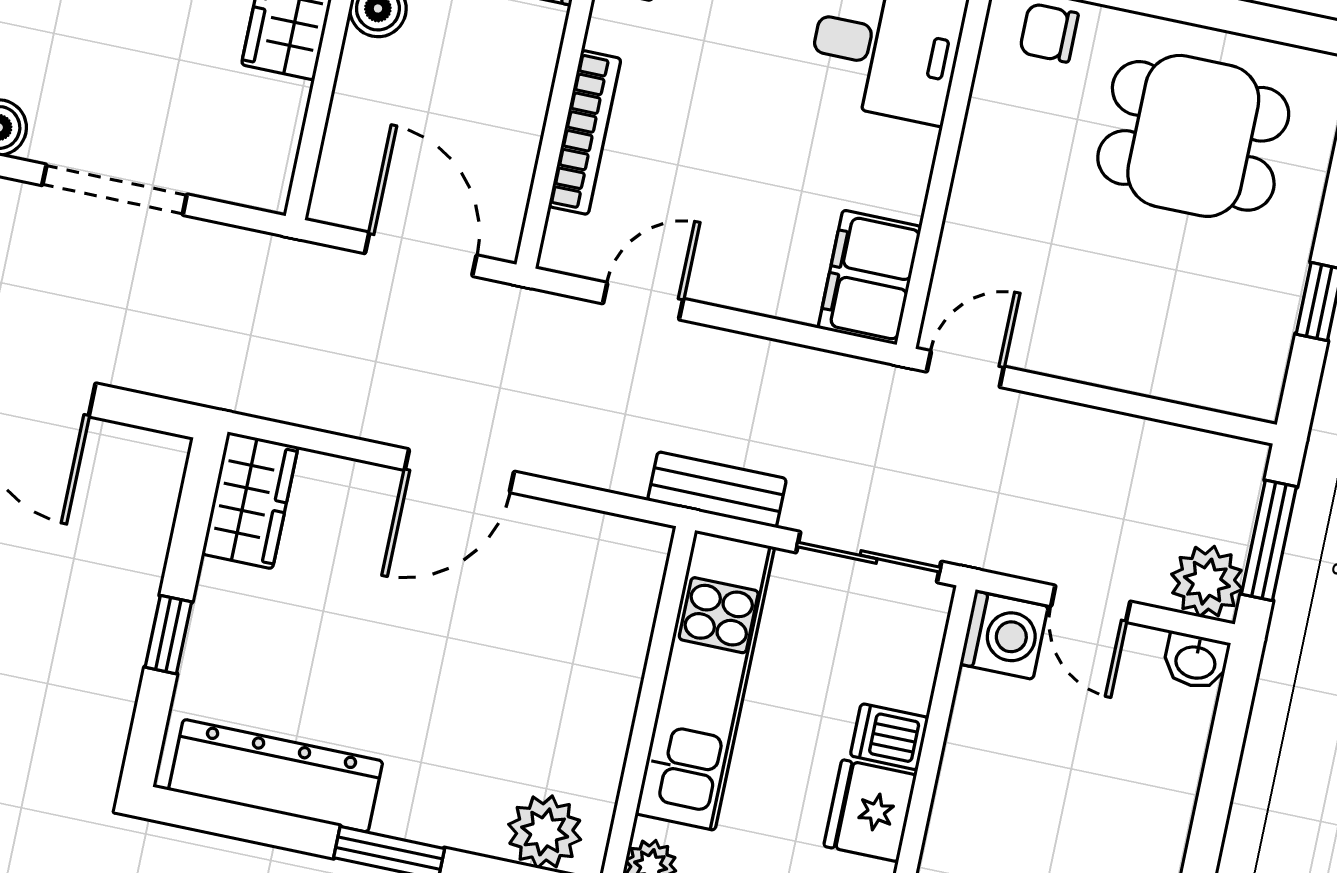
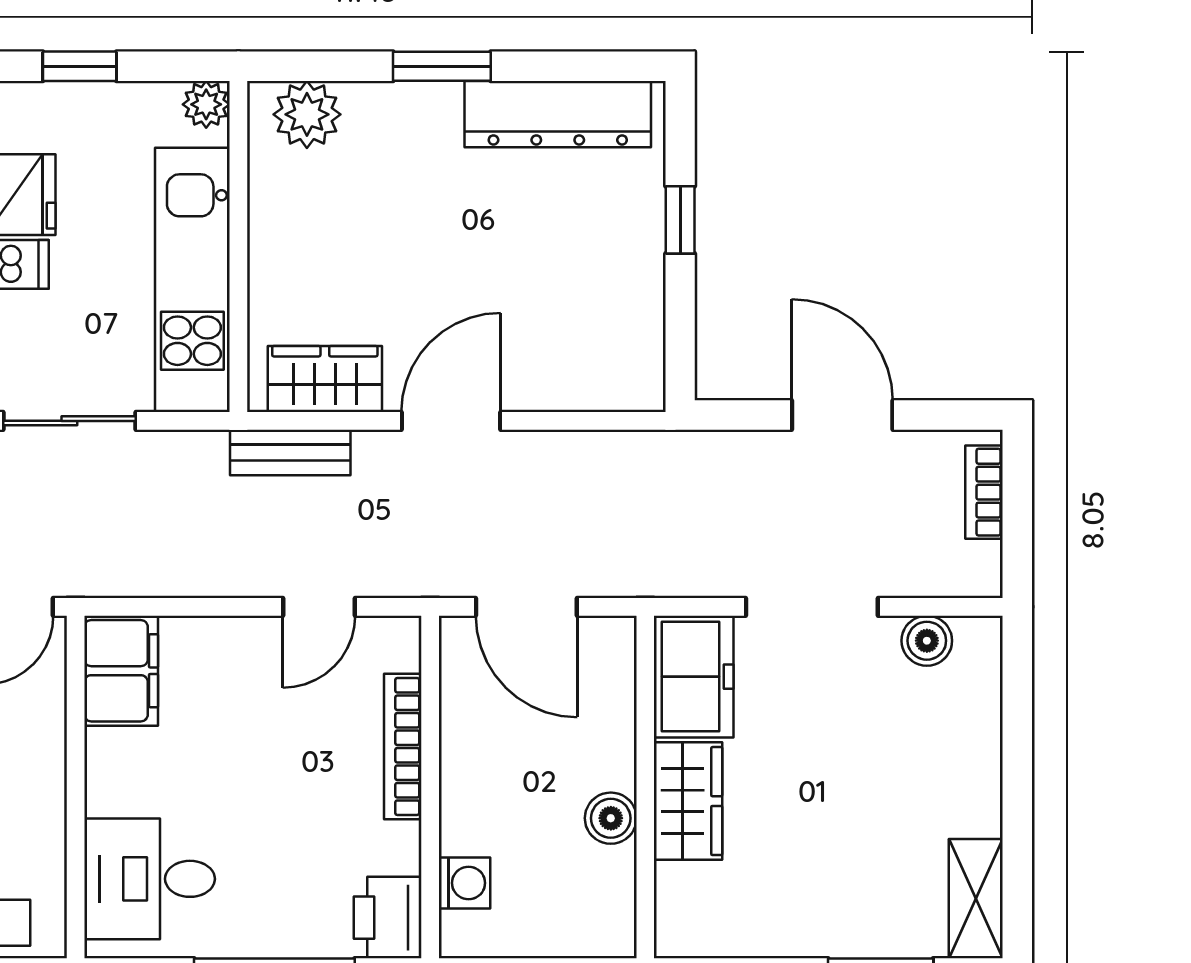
freezer: (257, 142) -> (694, 677), added
bench: (717, 490) -> (290, 452), moved
wardrobe: (250, 500) -> (325, 379), moved, turned 90

